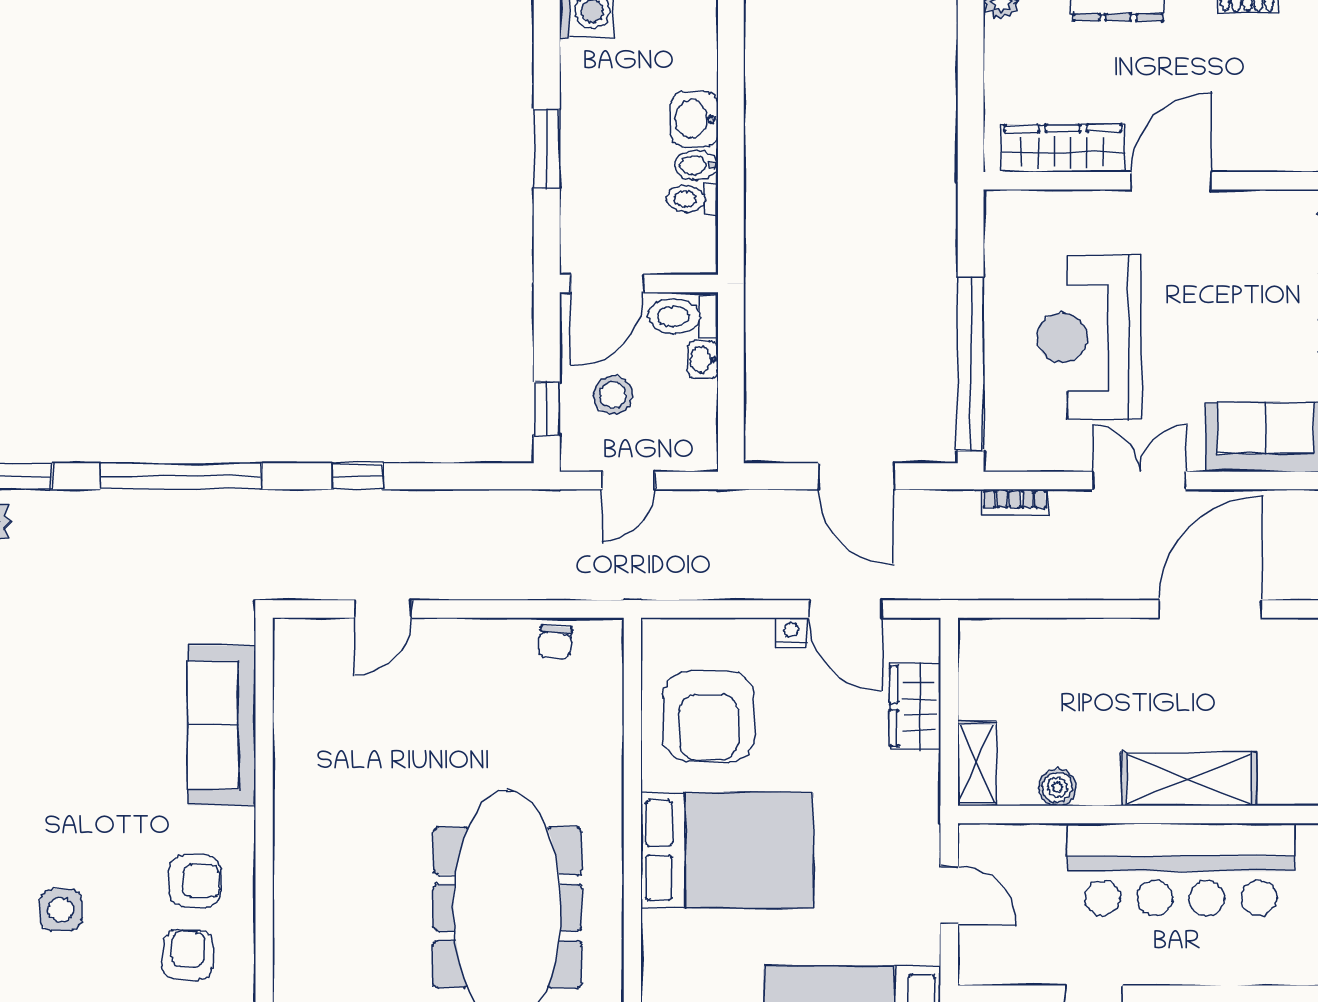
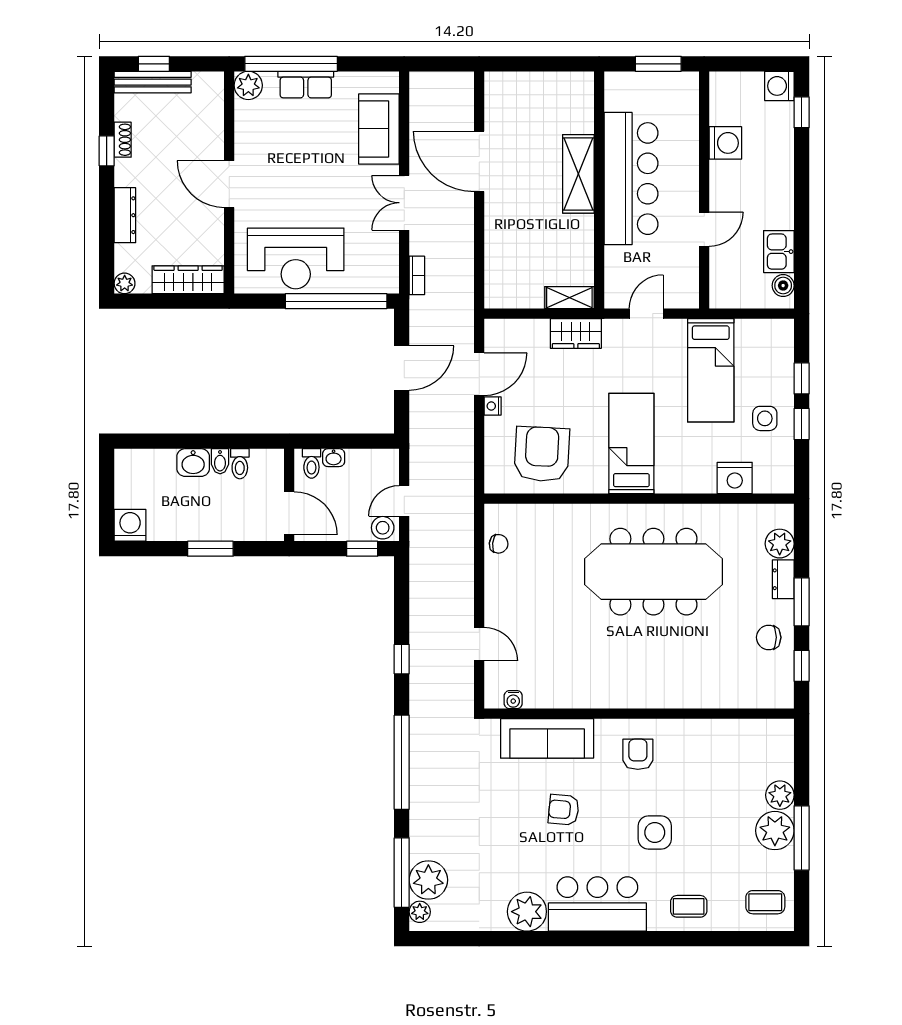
wardrobe: (1063, 148) -> (188, 280), moved, turned 90
toilet: (683, 316) -> (311, 463), width x0.73, depth x0.72
reception desk: (1089, 338) -> (296, 258), moved
stool: (613, 395) -> (383, 528), moved
door: (629, 480) -> (404, 501), swing flipped
water cooler: (288, 667) -> (513, 700), added
wardrobe: (915, 707) -> (576, 334), moved
armchair: (709, 716) -> (542, 454), turned -87
boiler: (1057, 787) -> (583, 251), removed
bed: (727, 850) -> (631, 443), width x0.67
side table: (61, 910) -> (655, 832), width x1.37, depth x1.37
armchair: (188, 955) -> (564, 810), moved

